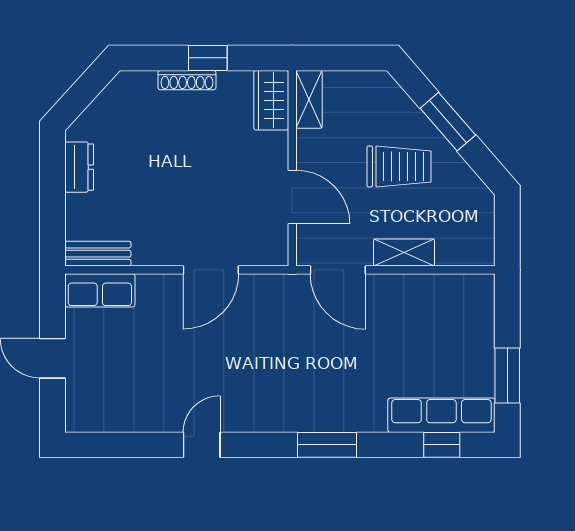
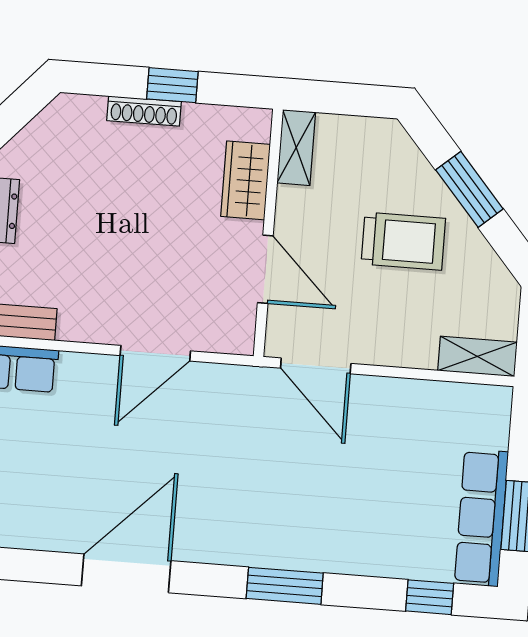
wardrobe: (271, 100) -> (246, 180), moved
shelving: (404, 253) -> (477, 356), moved
row of seats: (441, 415) -> (481, 518), moved, turned -90
door: (202, 445) -> (126, 573), width x1.88

